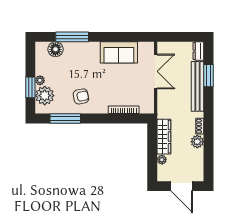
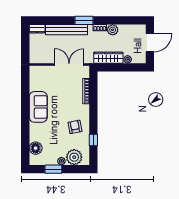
window: (72, 37) -> (25, 134), removed
sofa: (119, 52) -> (38, 107), moved
double door: (156, 71) -> (69, 64), moved
window: (209, 76) -> (84, 20), moved
window: (30, 87) -> (53, 169), moved
window: (65, 119) -> (93, 140), width x0.46

